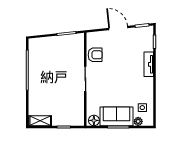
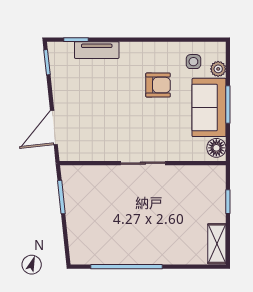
door: (118, 28) -> (54, 128), moved
armchair: (95, 55) -> (158, 85), moved, turned 90
tv unit: (149, 64) -> (97, 50), moved

